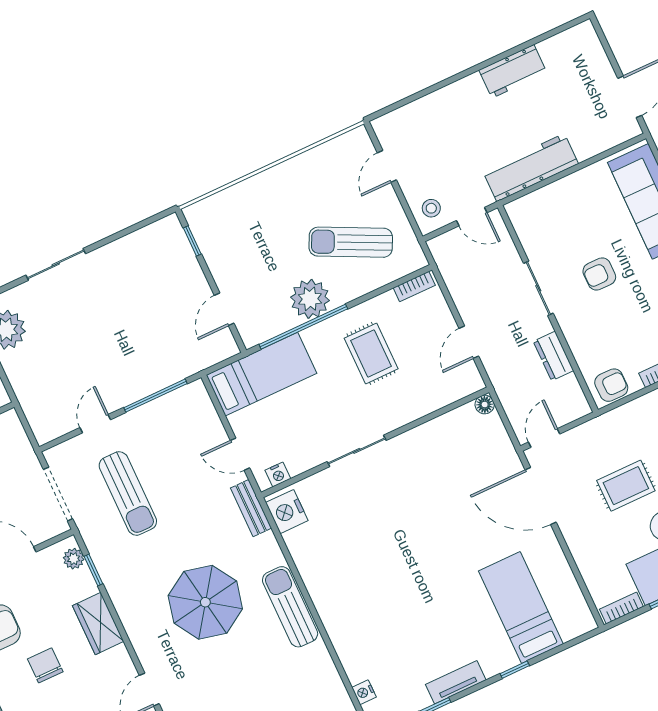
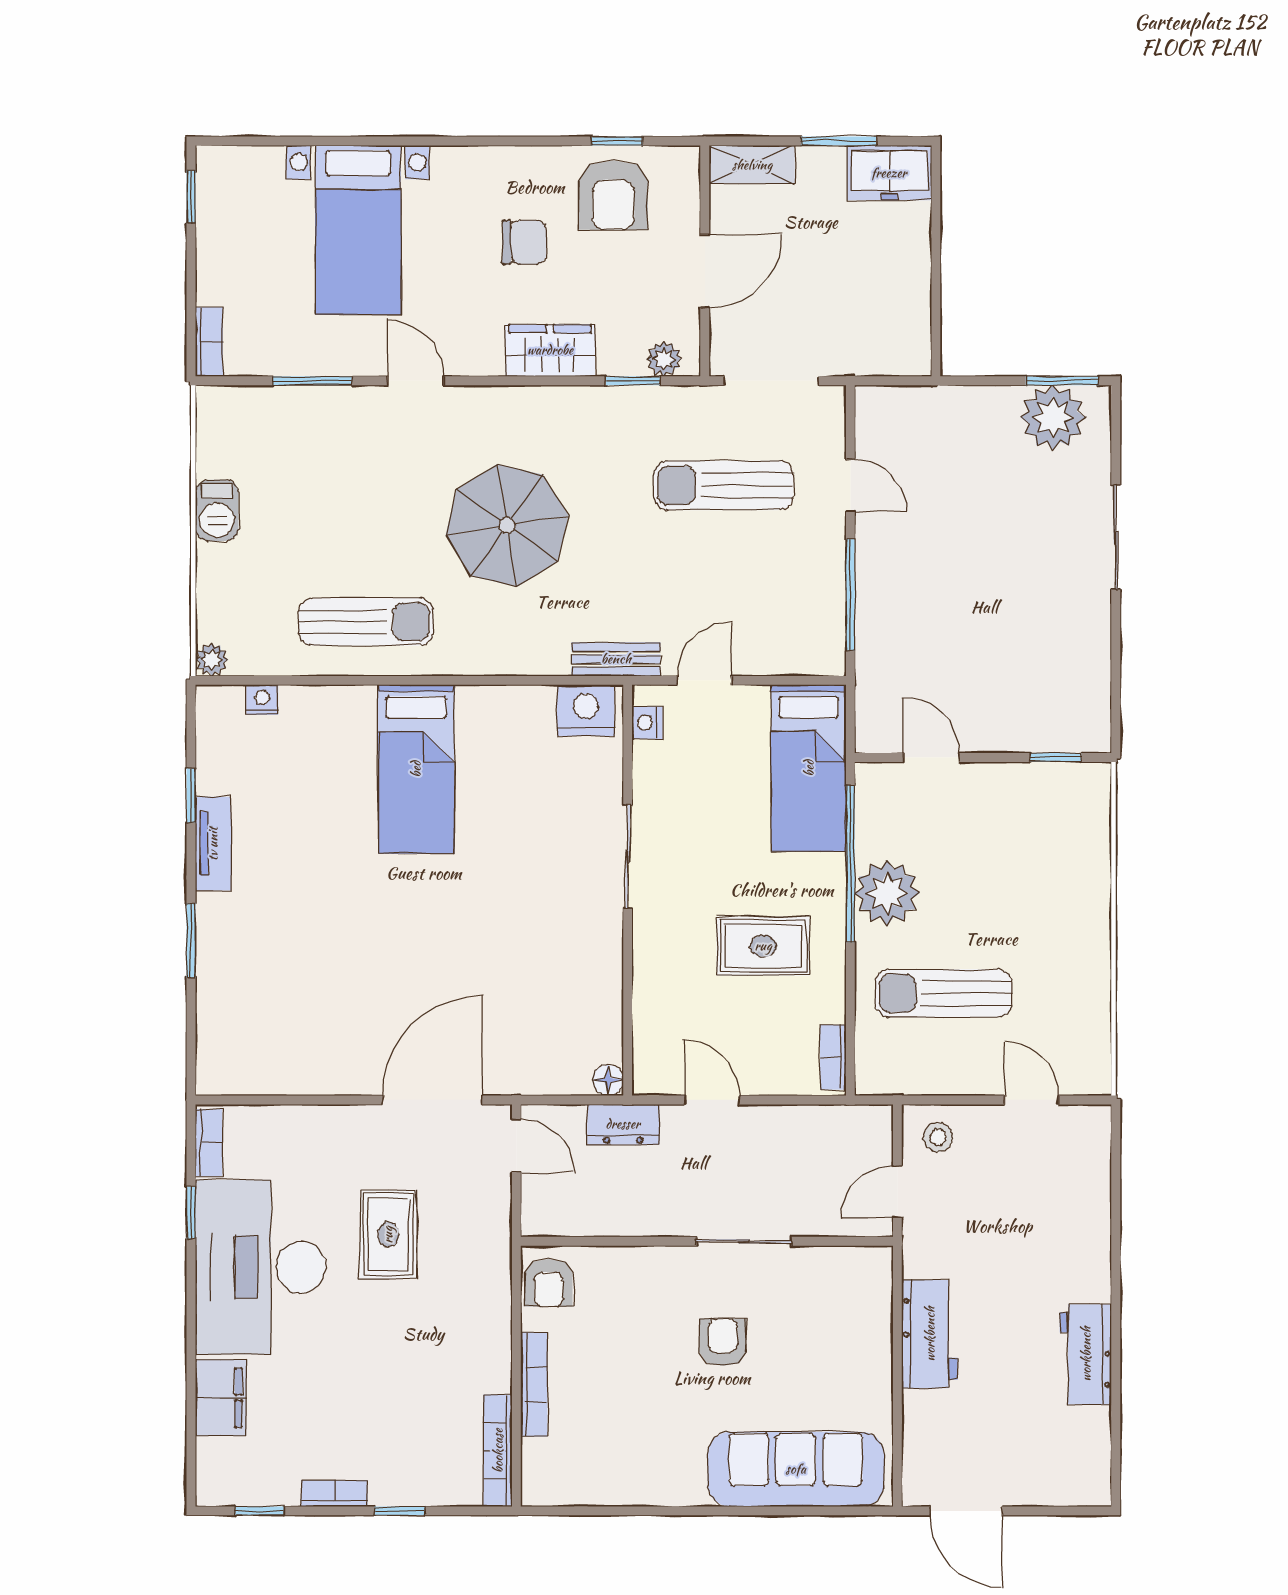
workbench: (531, 168) -> (930, 1334), width x0.73
sun lounger: (351, 242) -> (943, 993), turned -116
dresser: (553, 356) -> (623, 1124), moved, turned 180
sun lounger: (290, 607) -> (366, 622), moved
bed: (521, 607) -> (416, 769), moved, turned 90
window: (515, 670) -> (191, 940), width x1.50

